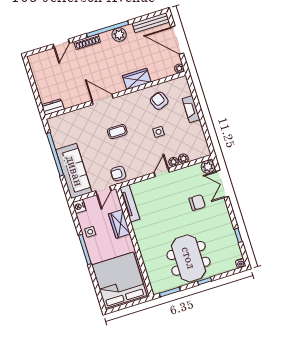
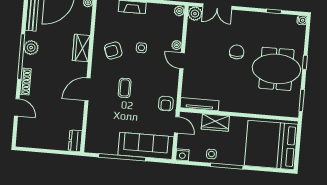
armchair: (159, 101) -> (113, 50), moved
plant: (183, 159) -> (179, 11), moved
chair: (197, 203) -> (237, 52), moved

